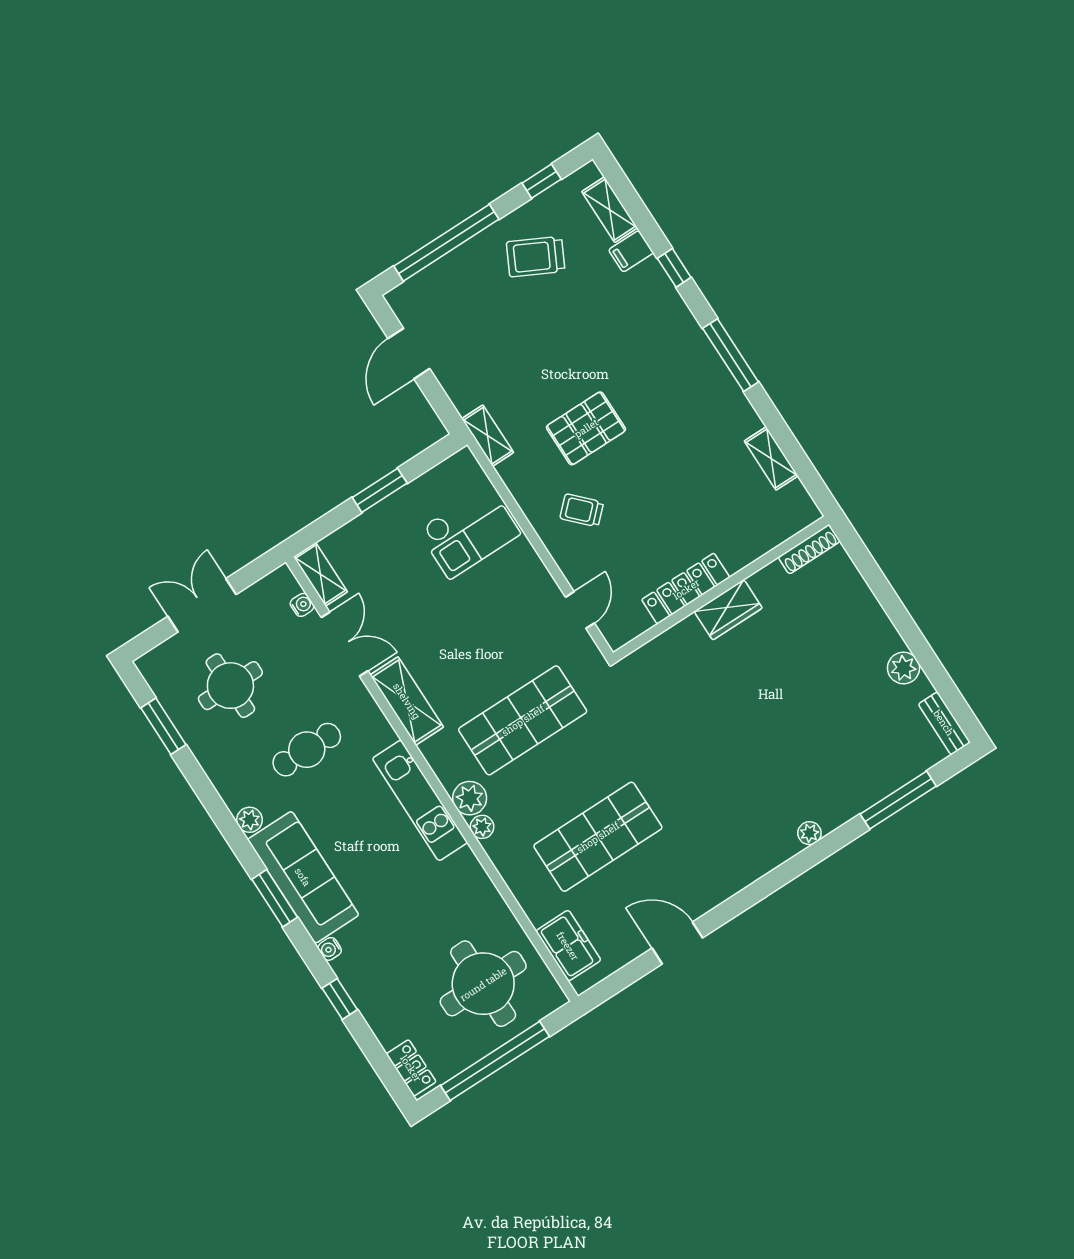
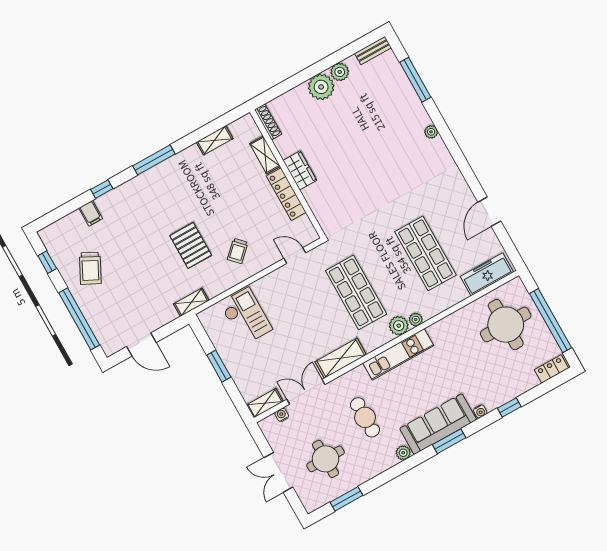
shelving: (610, 210) -> (265, 155), moved, turned 90
plant: (875, 637) -> (321, 87), added
freezer: (568, 946) -> (487, 274), width x1.40

